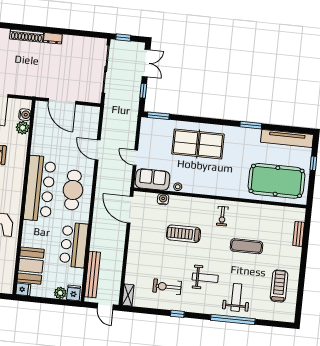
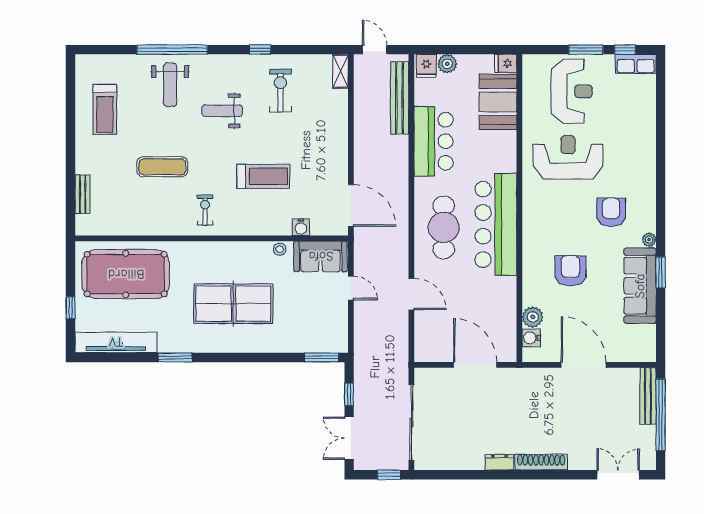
table tennis table: (198, 144) -> (233, 304), moved
exercise bike: (167, 287) -> (280, 90), turned -90

